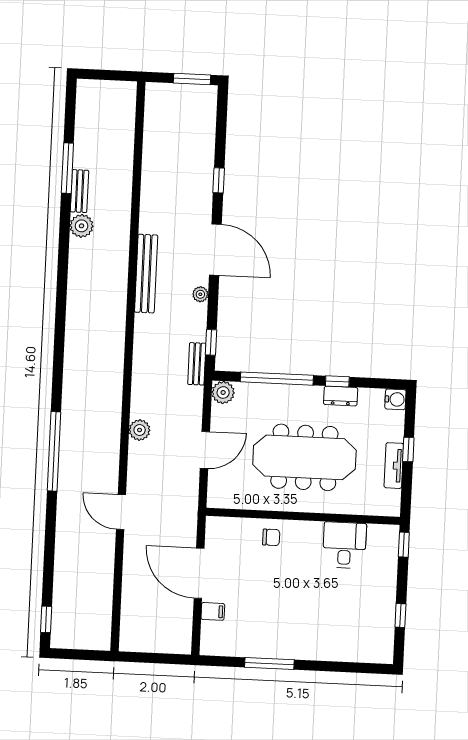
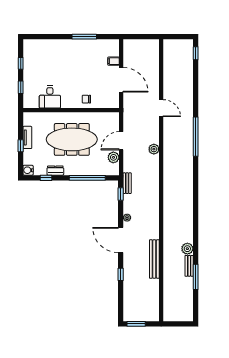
bench: (146, 274) -> (154, 259), moved
window: (337, 381) -> (46, 178), moved
plant: (223, 392) -> (113, 157), moved
window: (404, 545) -> (21, 87), moved

